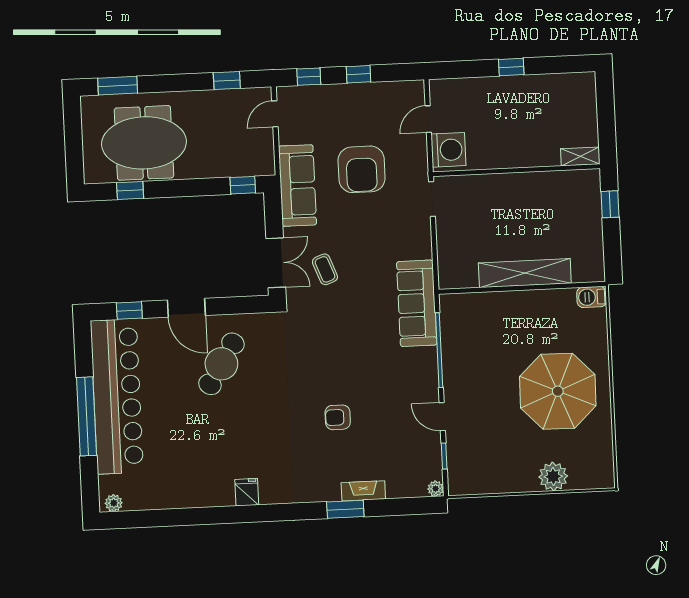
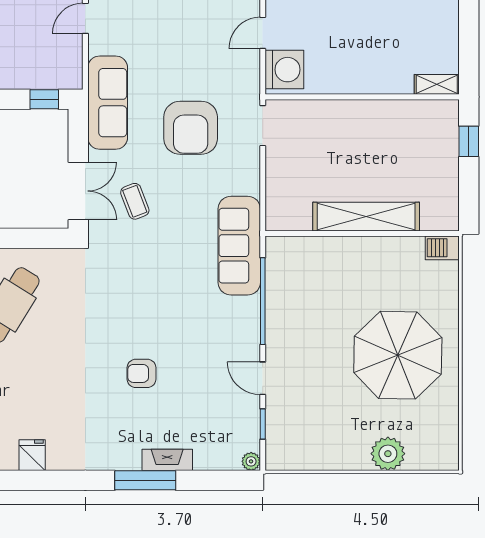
armchair: (362, 169) -> (191, 128), moved
window: (345, 509) -> (145, 480), width x1.44

